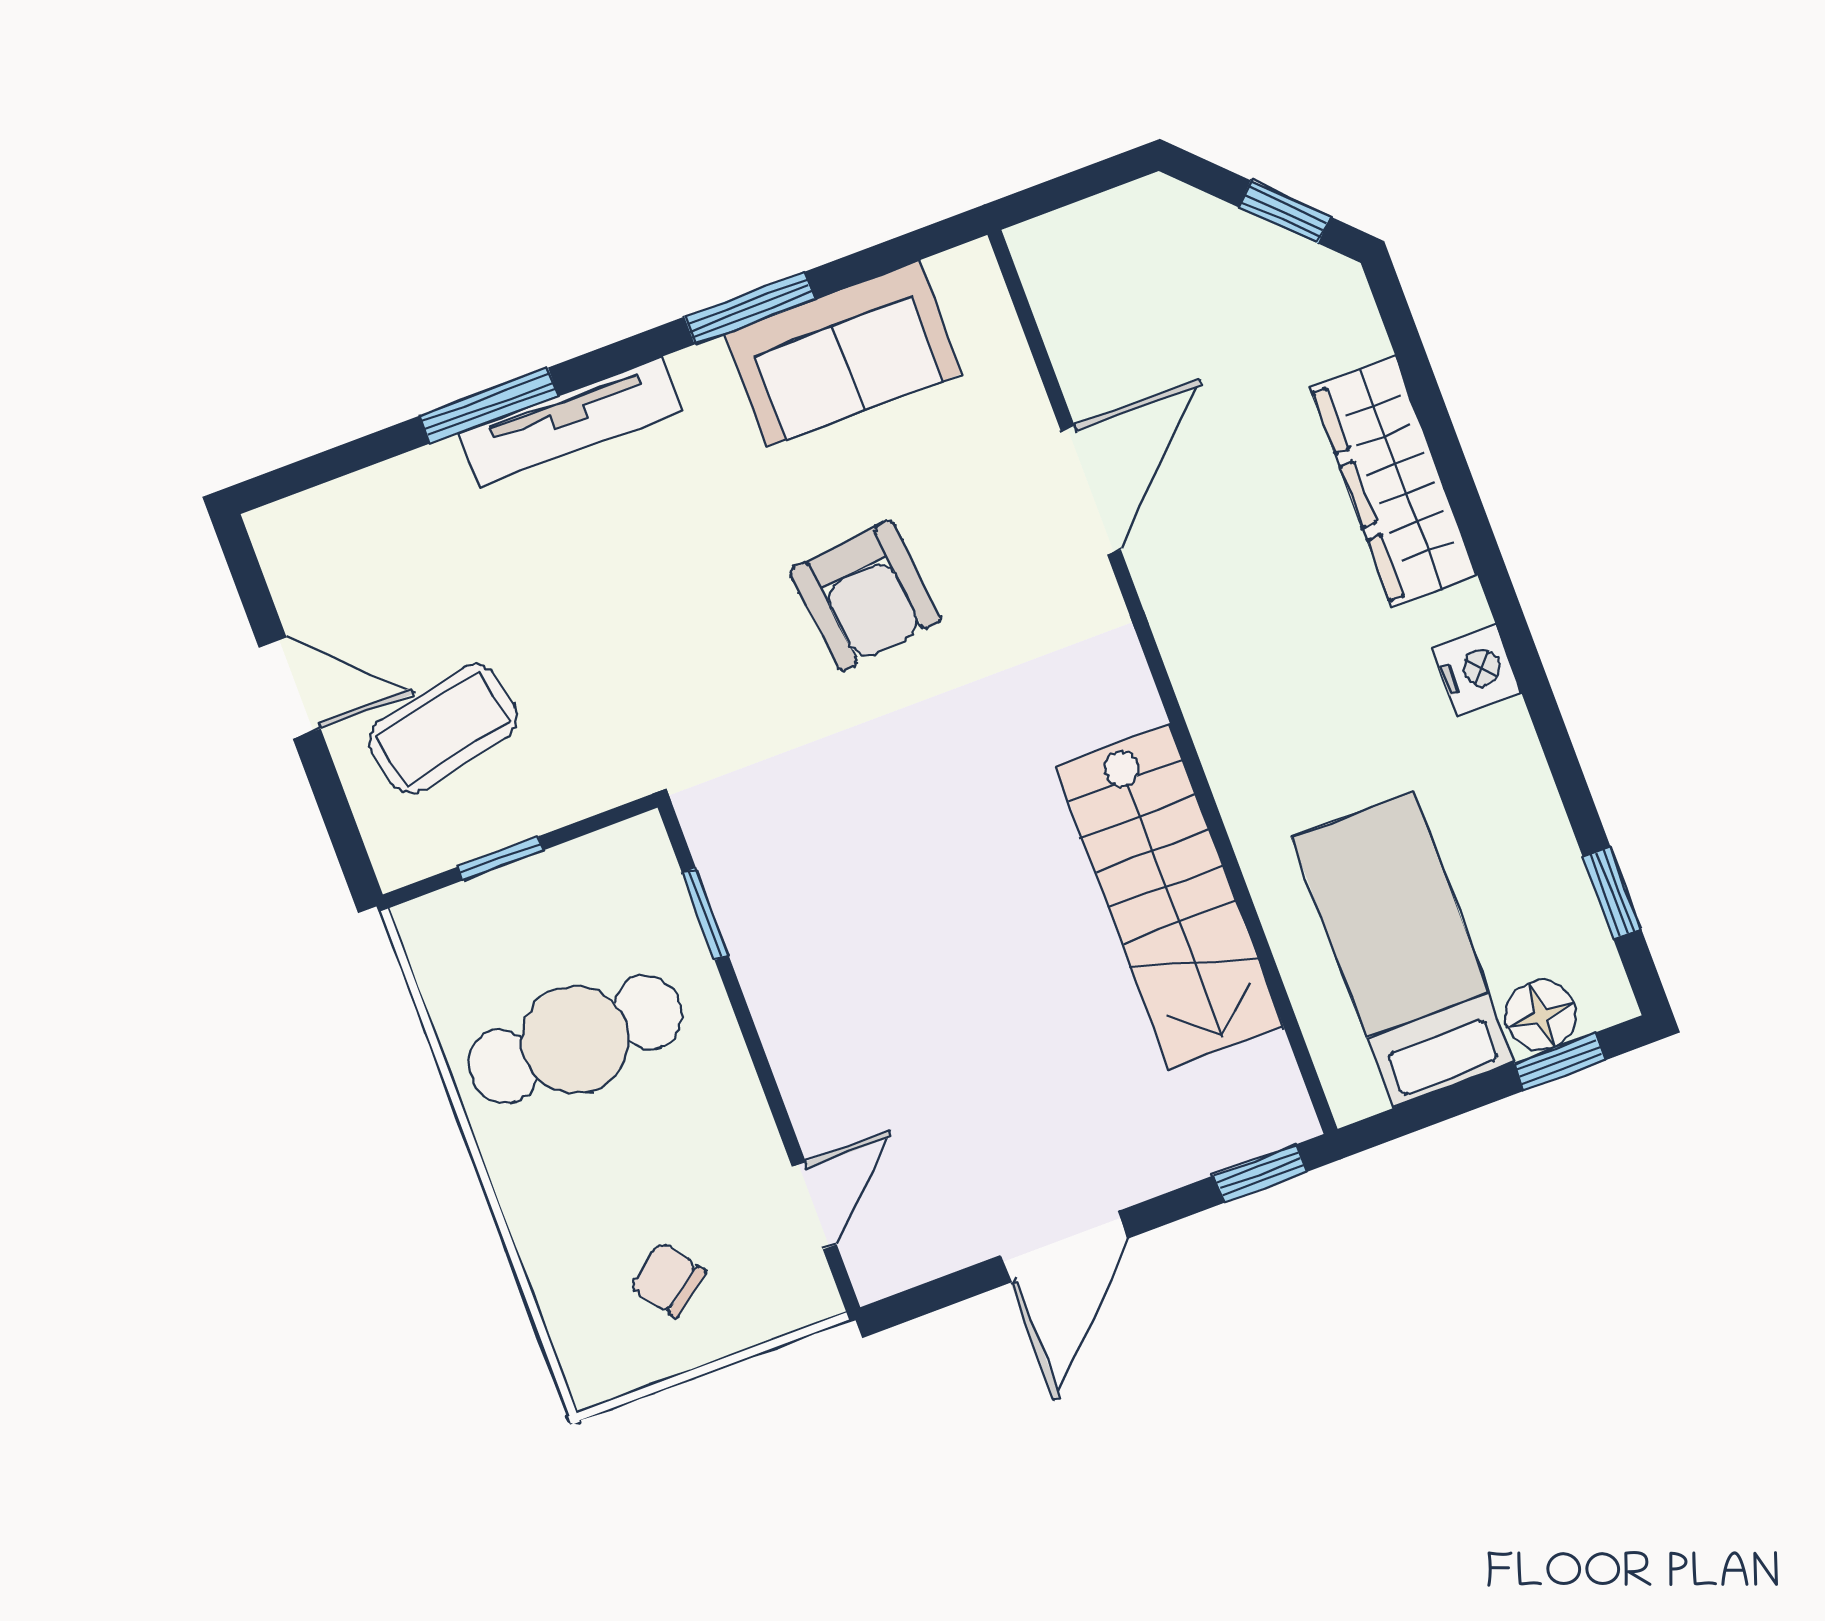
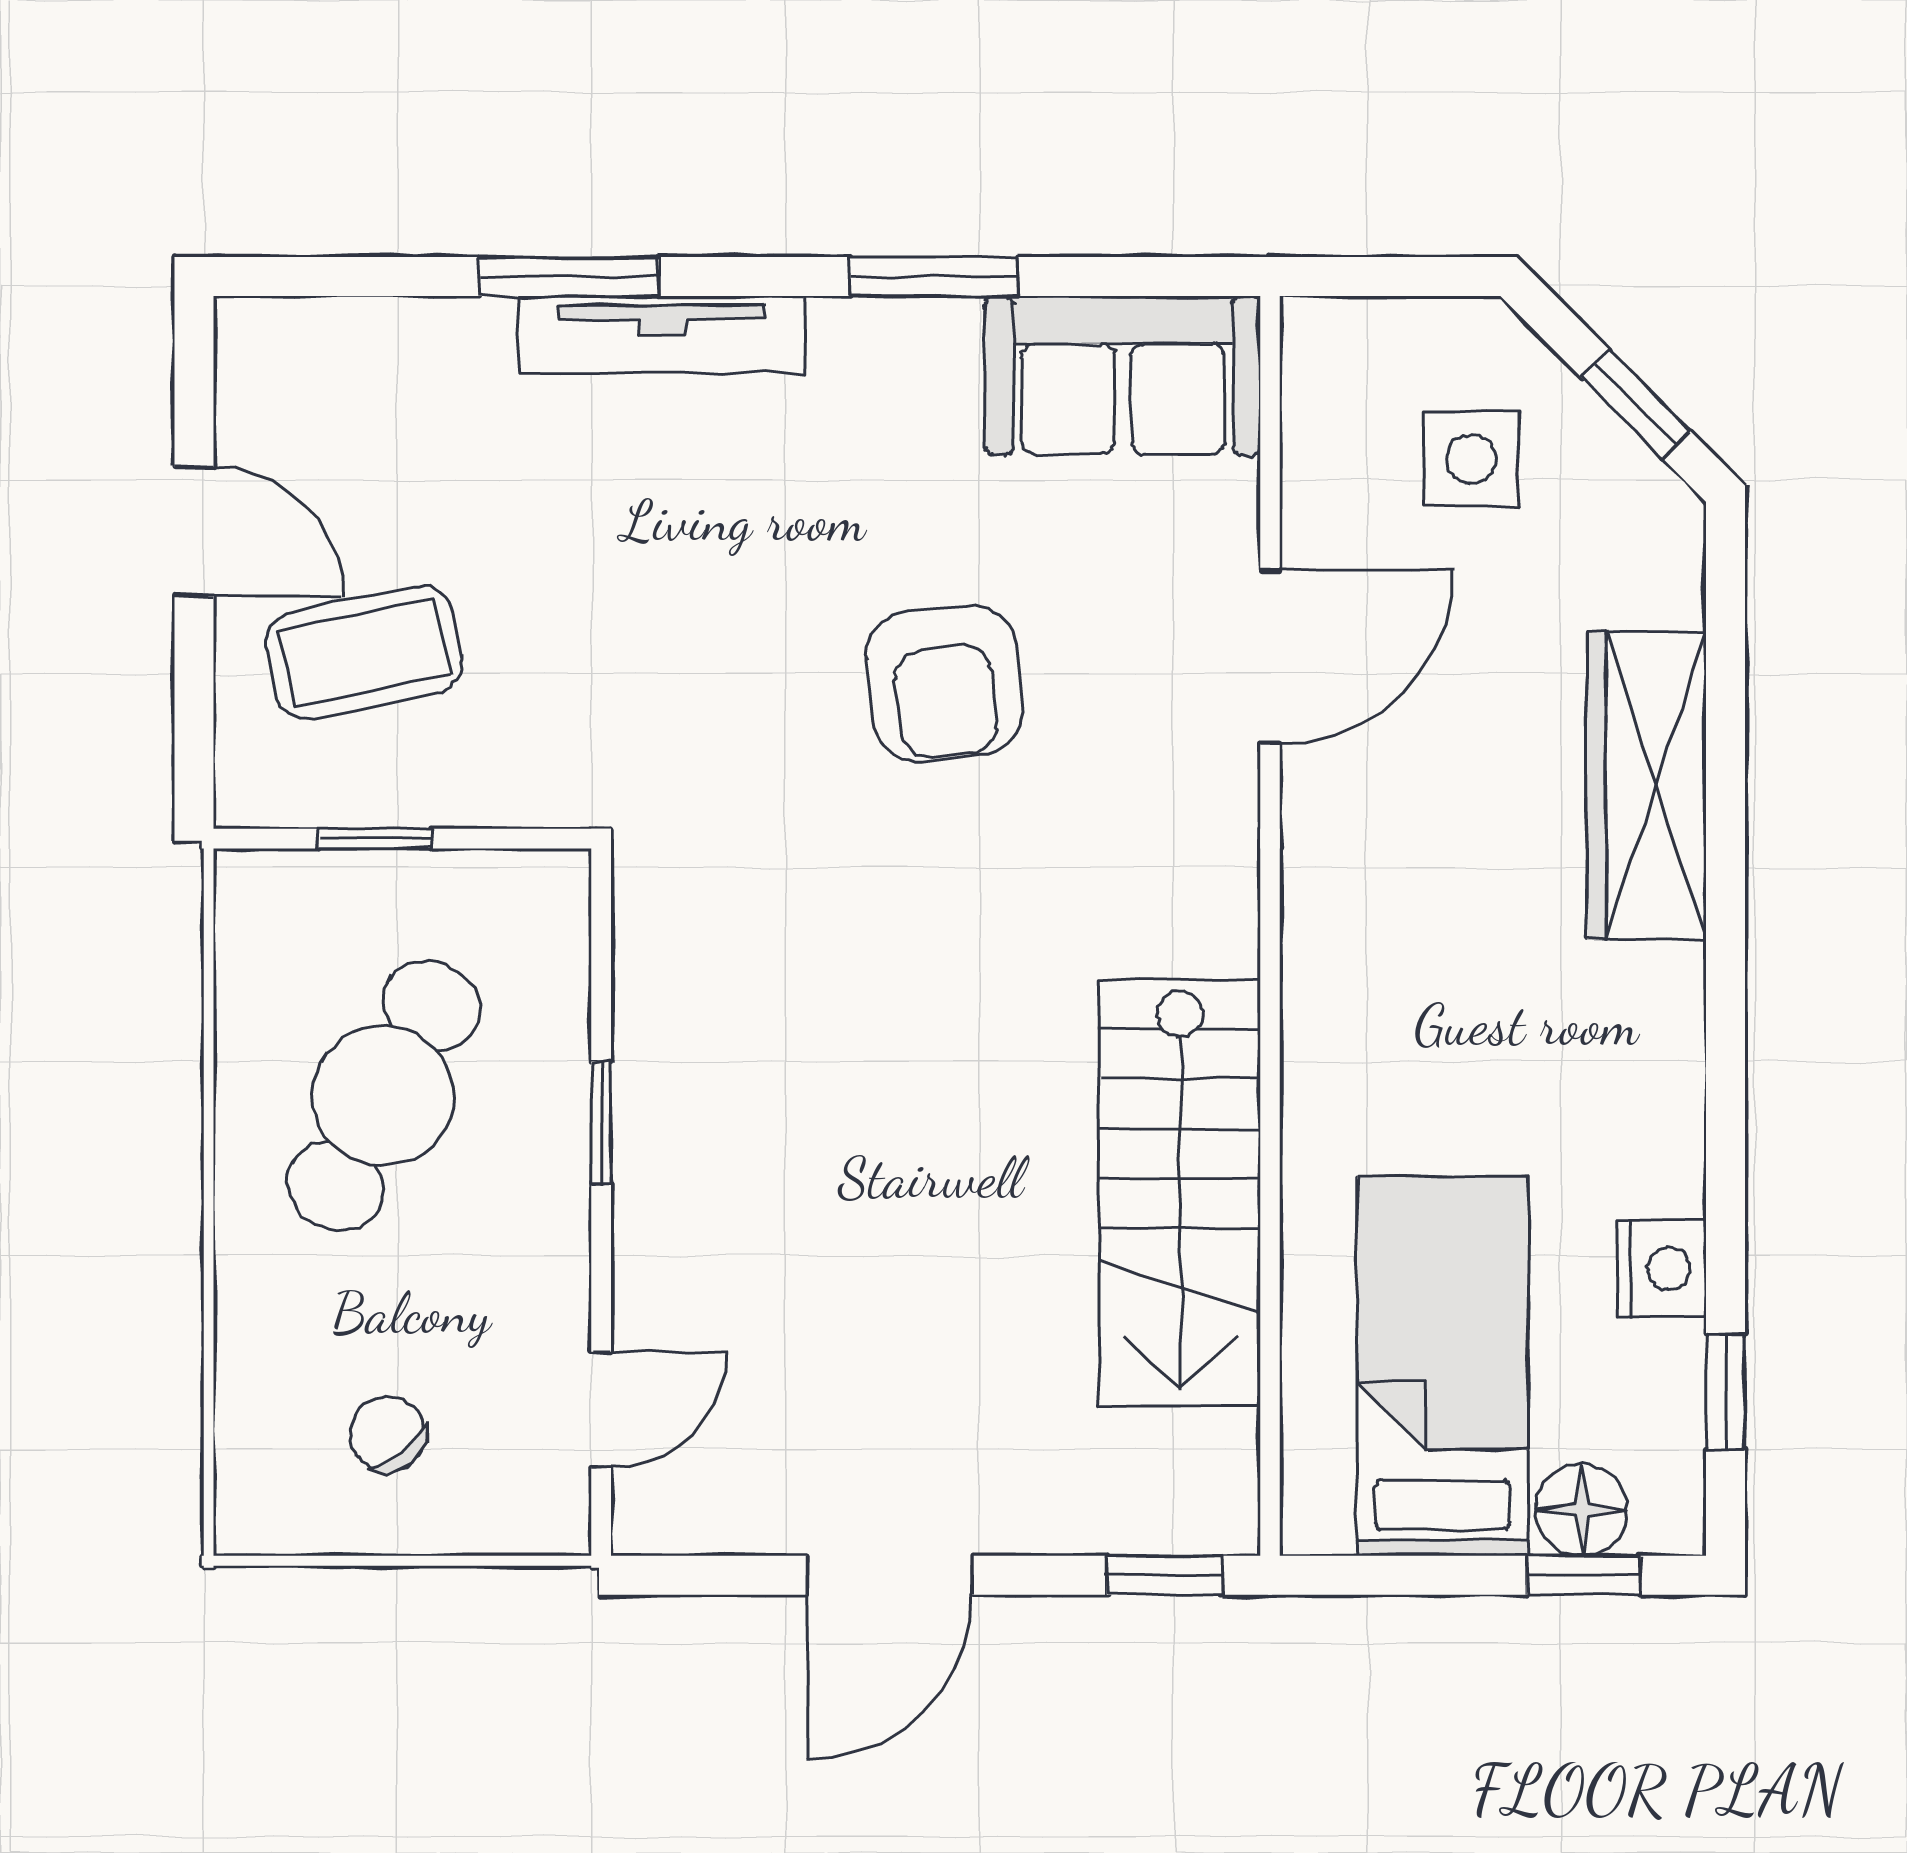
side table: (1182, 295) -> (1471, 459), added
sofa: (843, 354) -> (1123, 375), moved
nightstand: (1476, 670) -> (1662, 1269), moved
window: (705, 914) -> (601, 1123), moved
cafe table: (575, 1040) -> (383, 1096), turned -62

